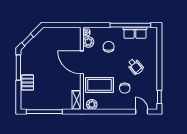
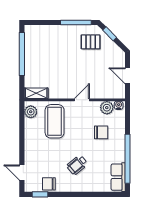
door: (62, 25) -> (127, 76), added
row of seats: (135, 33) -> (118, 177), moved
door: (82, 62) -> (82, 100), width x0.53
pallet: (28, 82) -> (91, 42), moved
chair: (125, 88) -> (49, 184), moved
door: (142, 112) -> (22, 173), swing flipped

